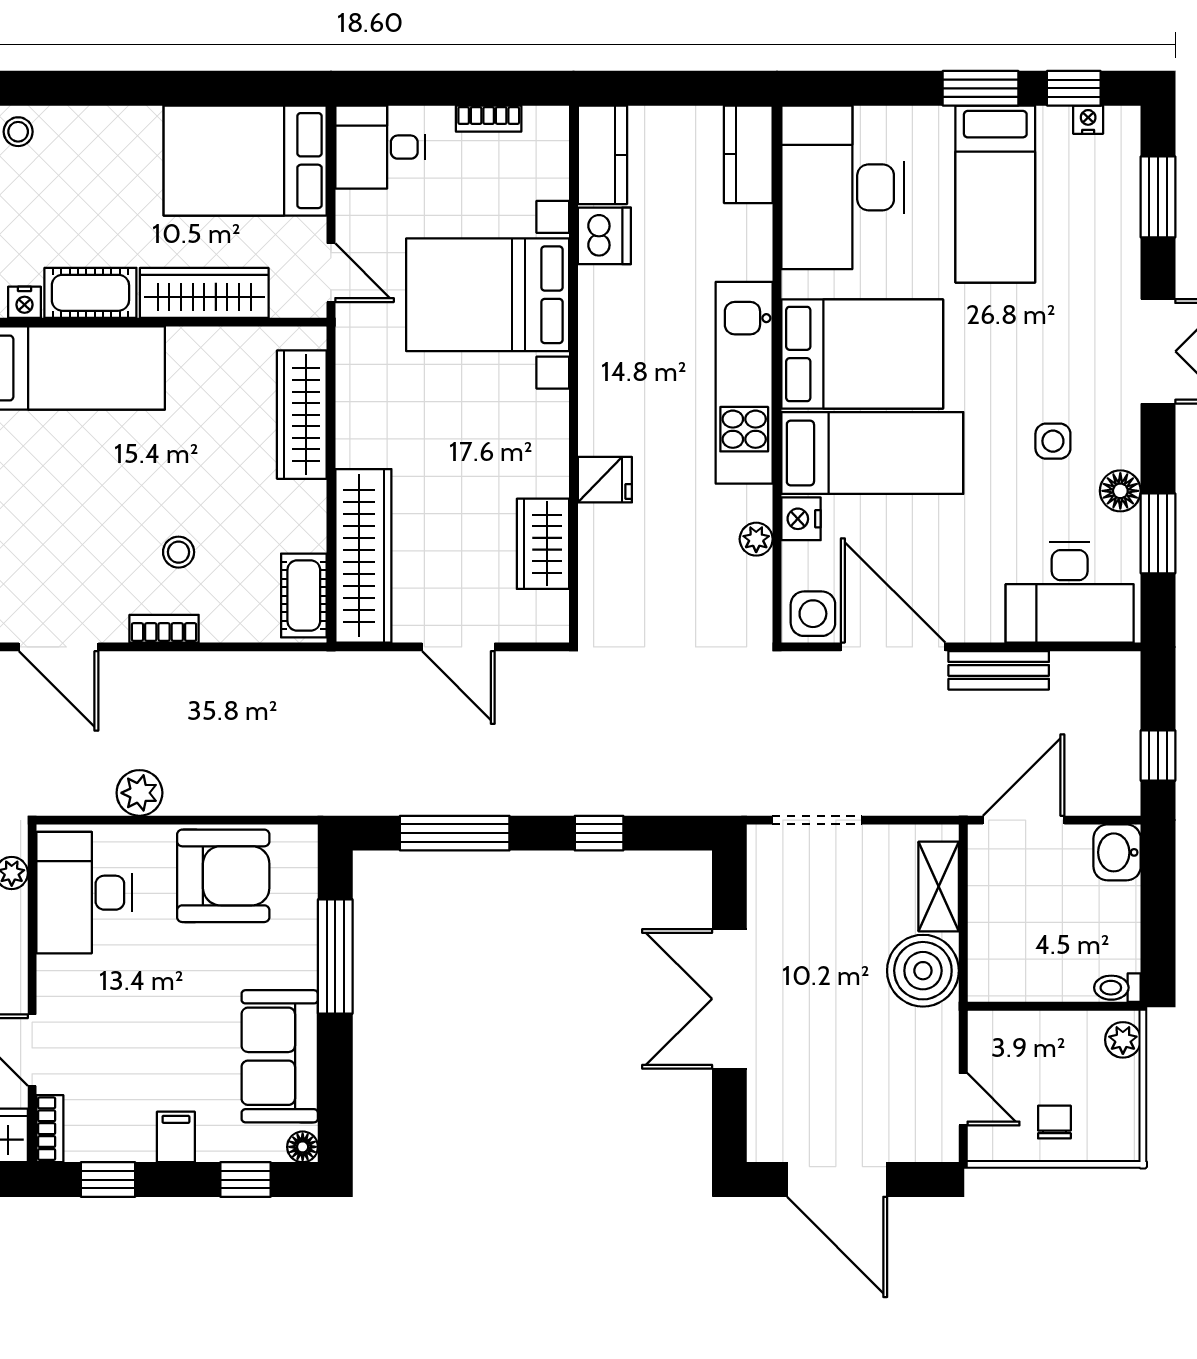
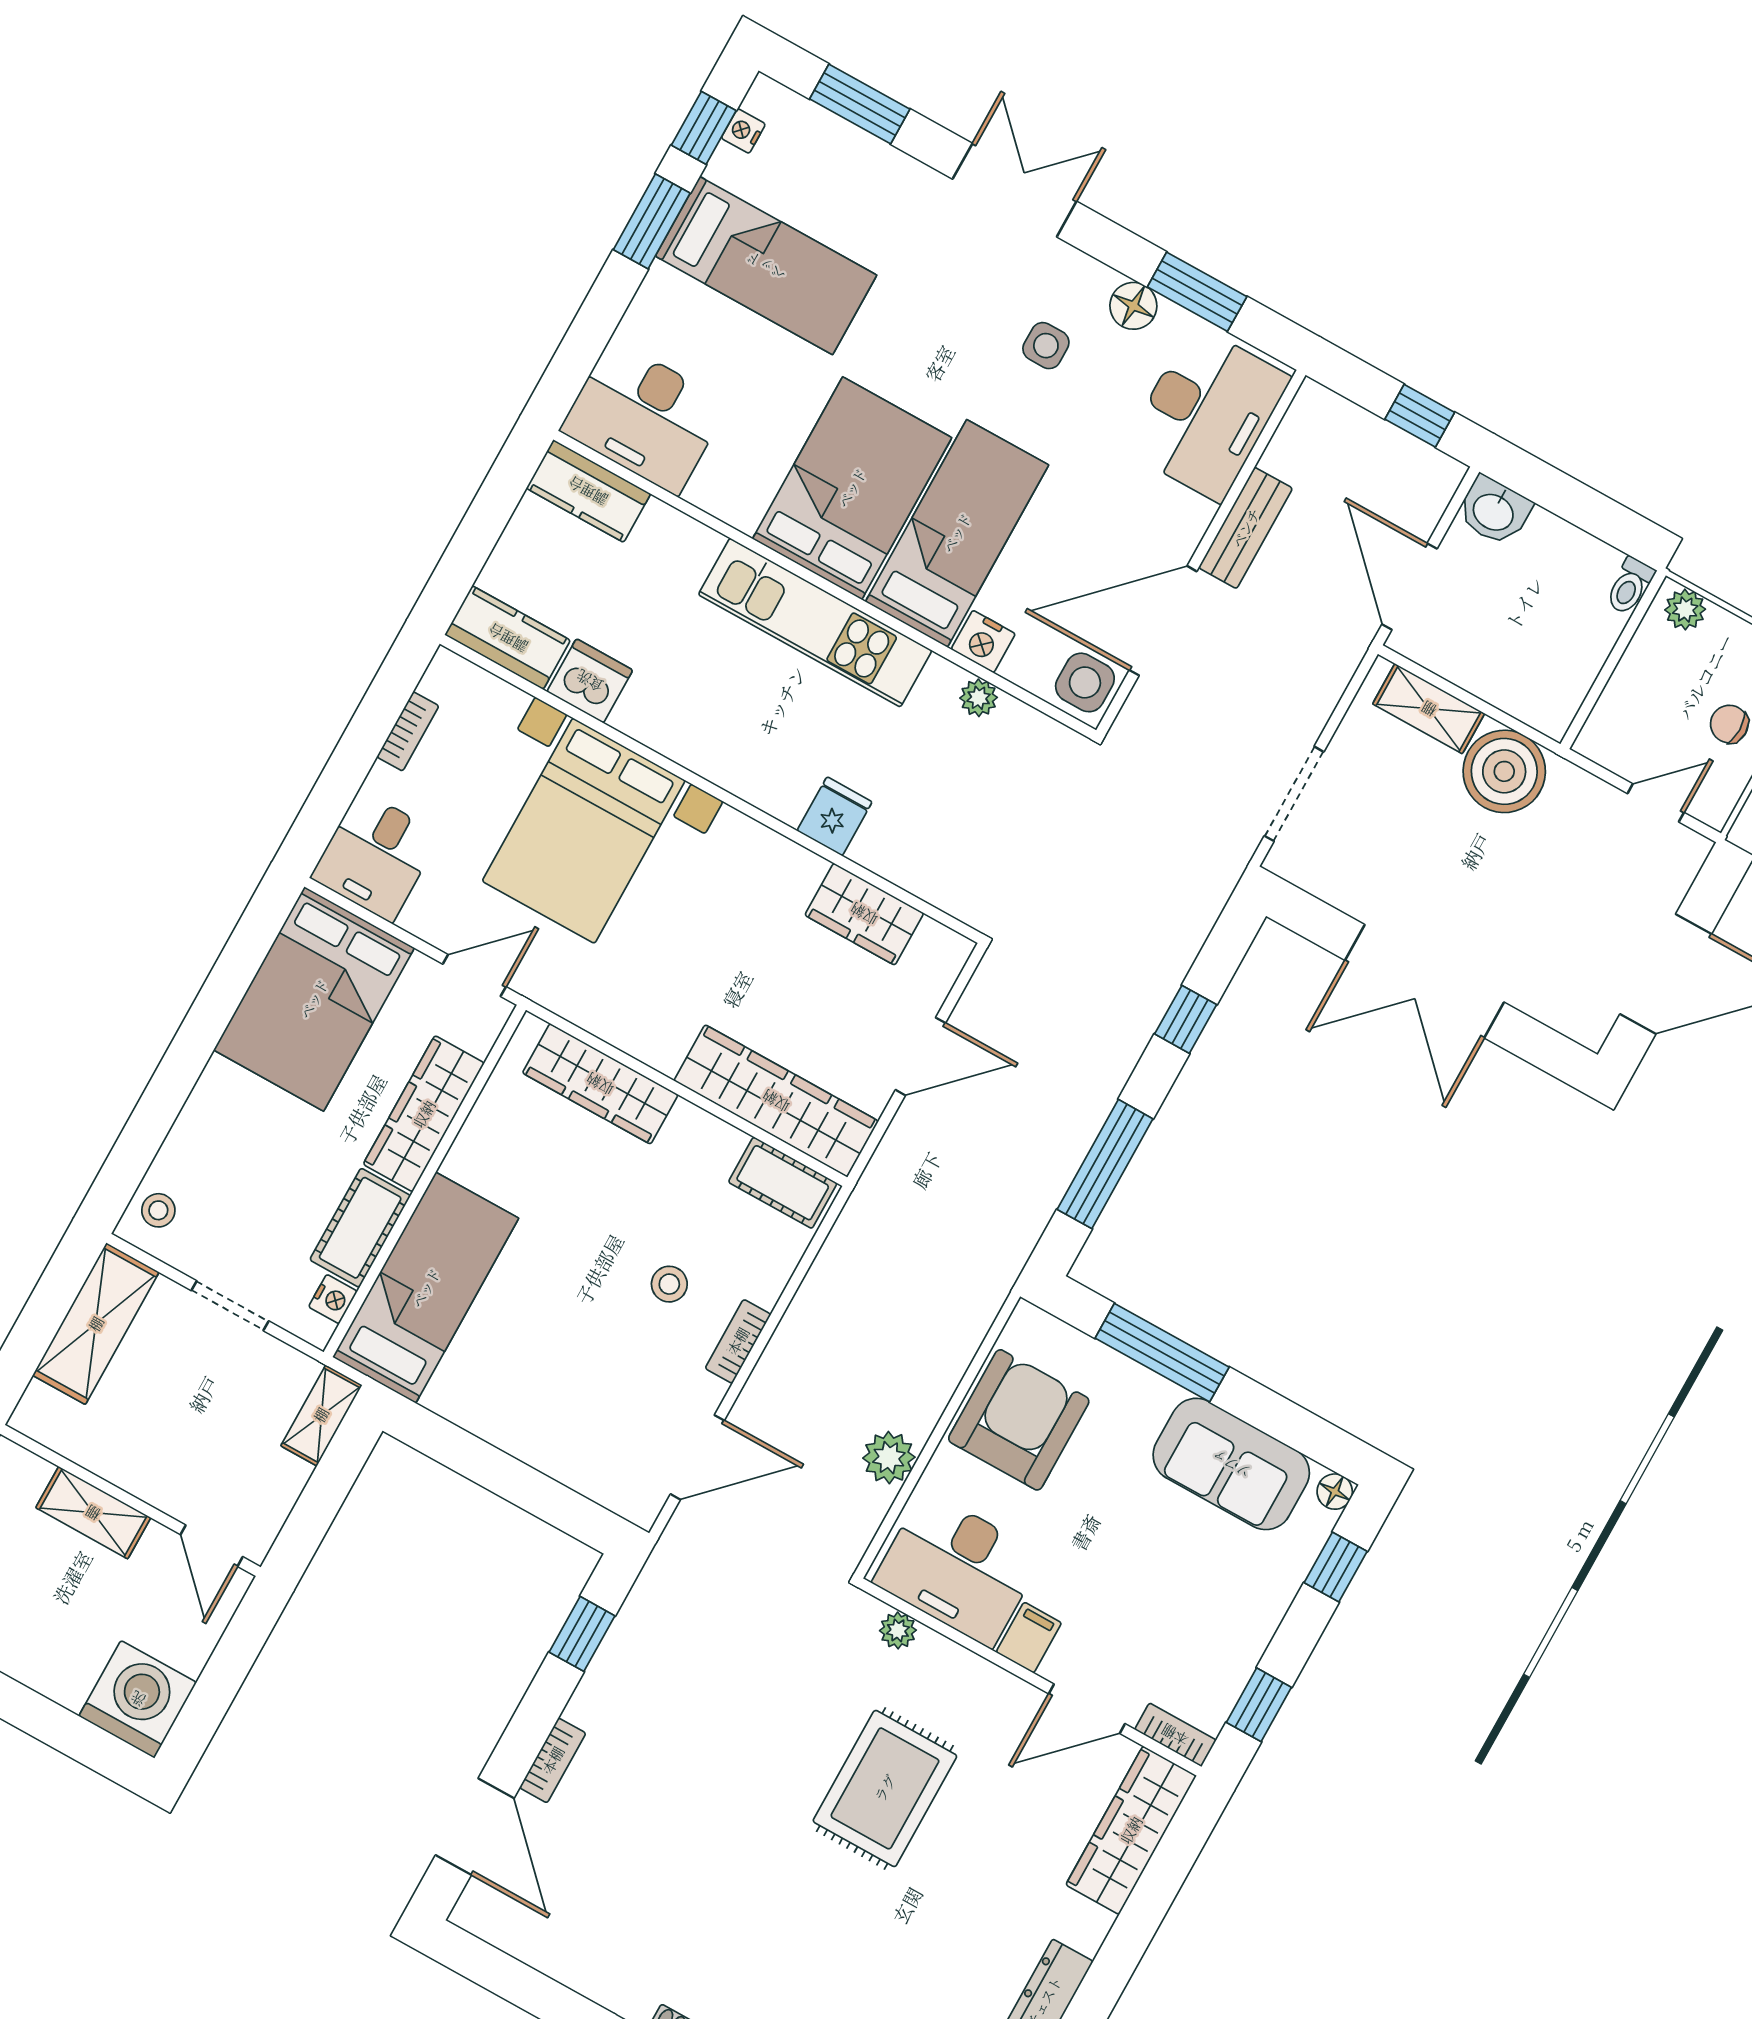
desk: (843, 187) -> (644, 417), width x0.73, depth x0.77
filing cabinet: (176, 1137) -> (1029, 1638), moved, turned 90

